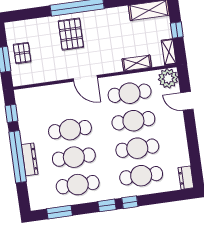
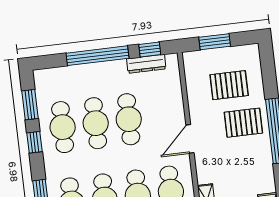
pallet: (22, 53) -> (229, 85), moved, width x1.50, depth x1.42
dresser: (30, 159) -> (146, 64), moved
window: (107, 205) -> (35, 142), moved

